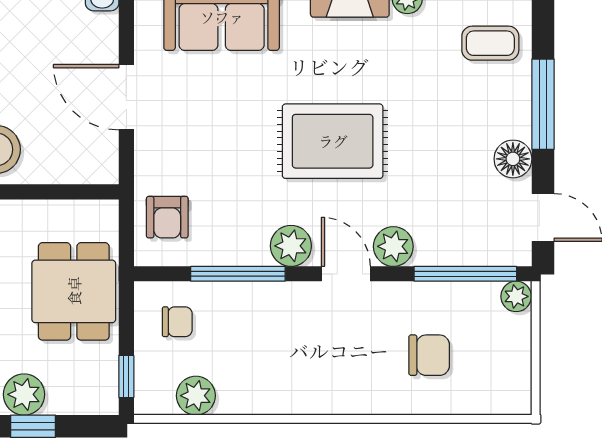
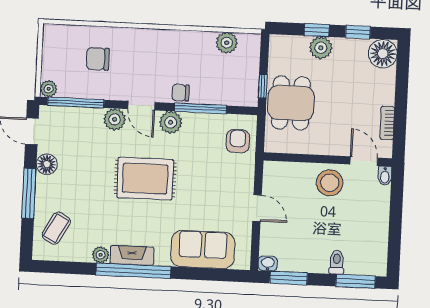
coffee table: (490, 43) -> (56, 228), turned -61
door: (126, 97) -> (257, 208), width x0.73
chair: (177, 322) -> (181, 93), moved
window: (126, 376) -> (263, 86), moved

